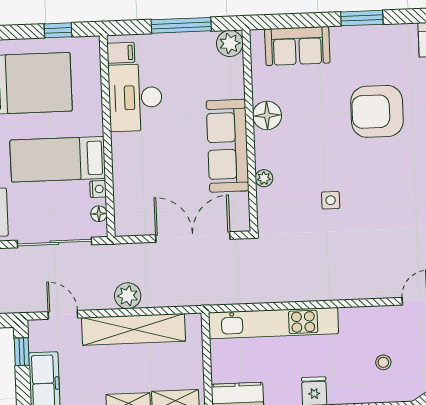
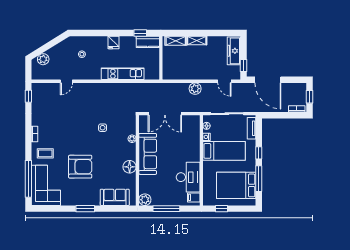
kitchen unit: (273, 323) -> (123, 74), width x0.73
shelving: (134, 329) -> (193, 73), removed

